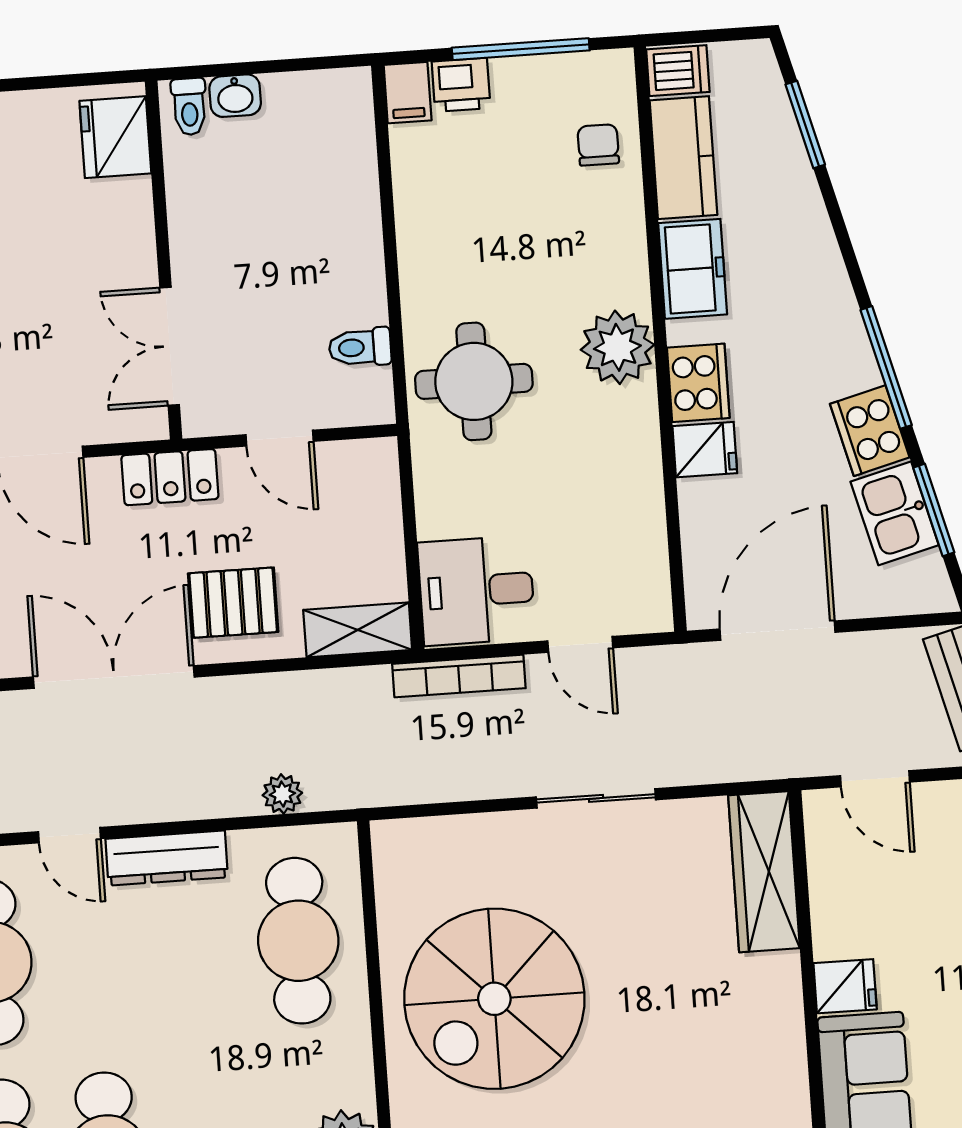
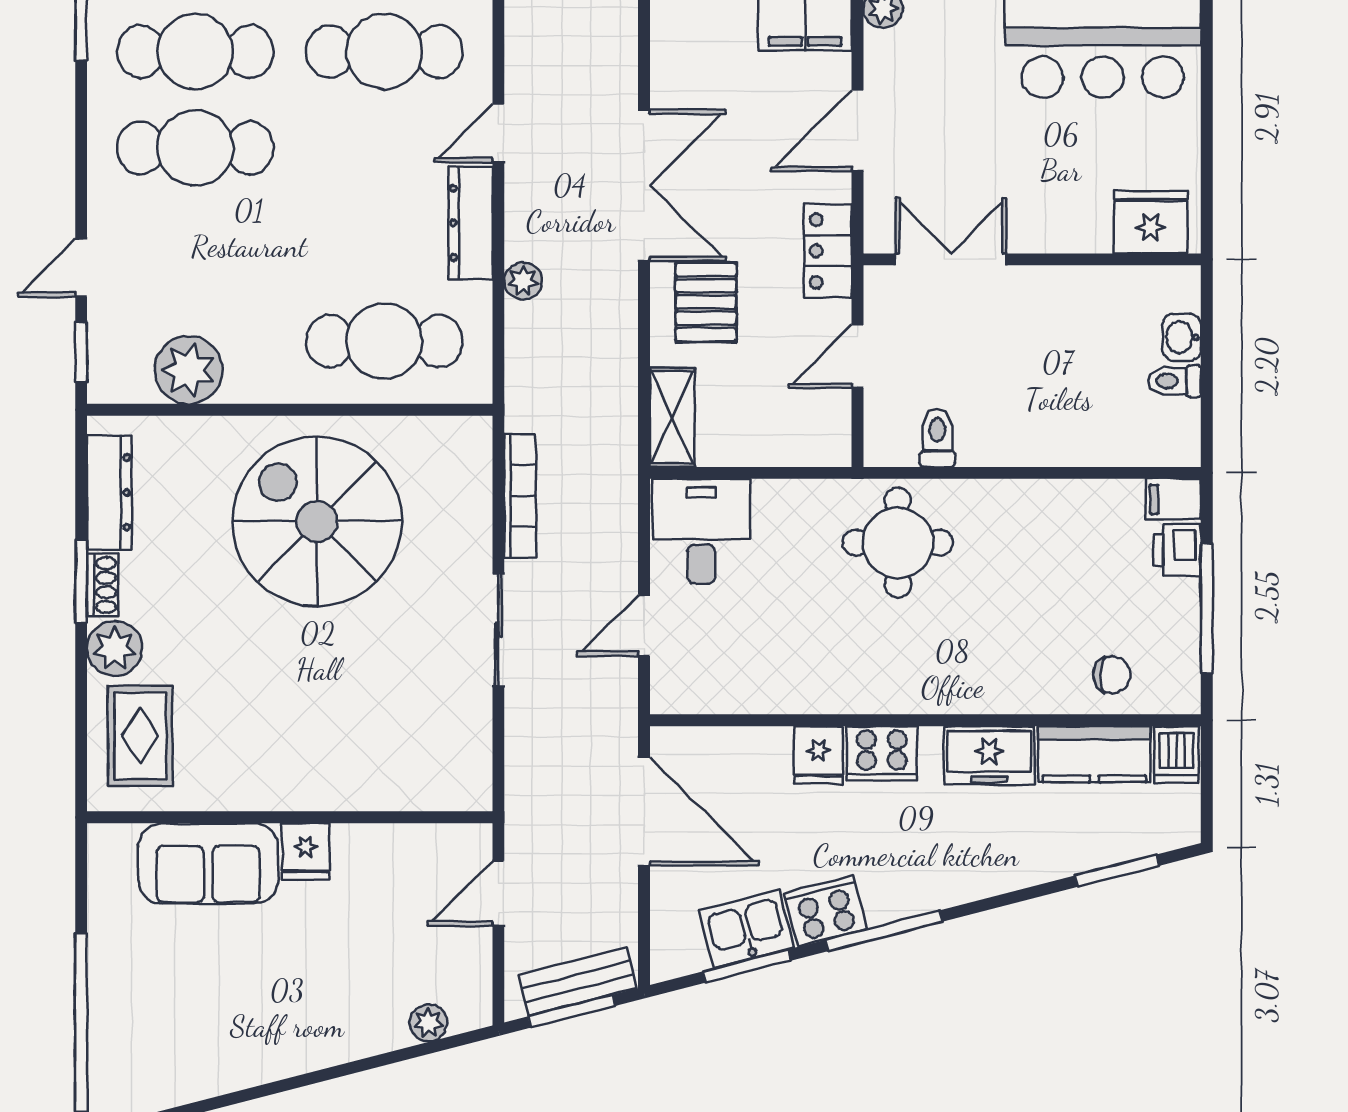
toilet: (189, 107) -> (1175, 381), moved
plant: (617, 347) -> (920, 680), removed
bookcase: (459, 676) -> (520, 496), moved, turned 180
plant: (282, 794) -> (523, 281), moved
wardrobe: (764, 872) -> (419, 783), removed

